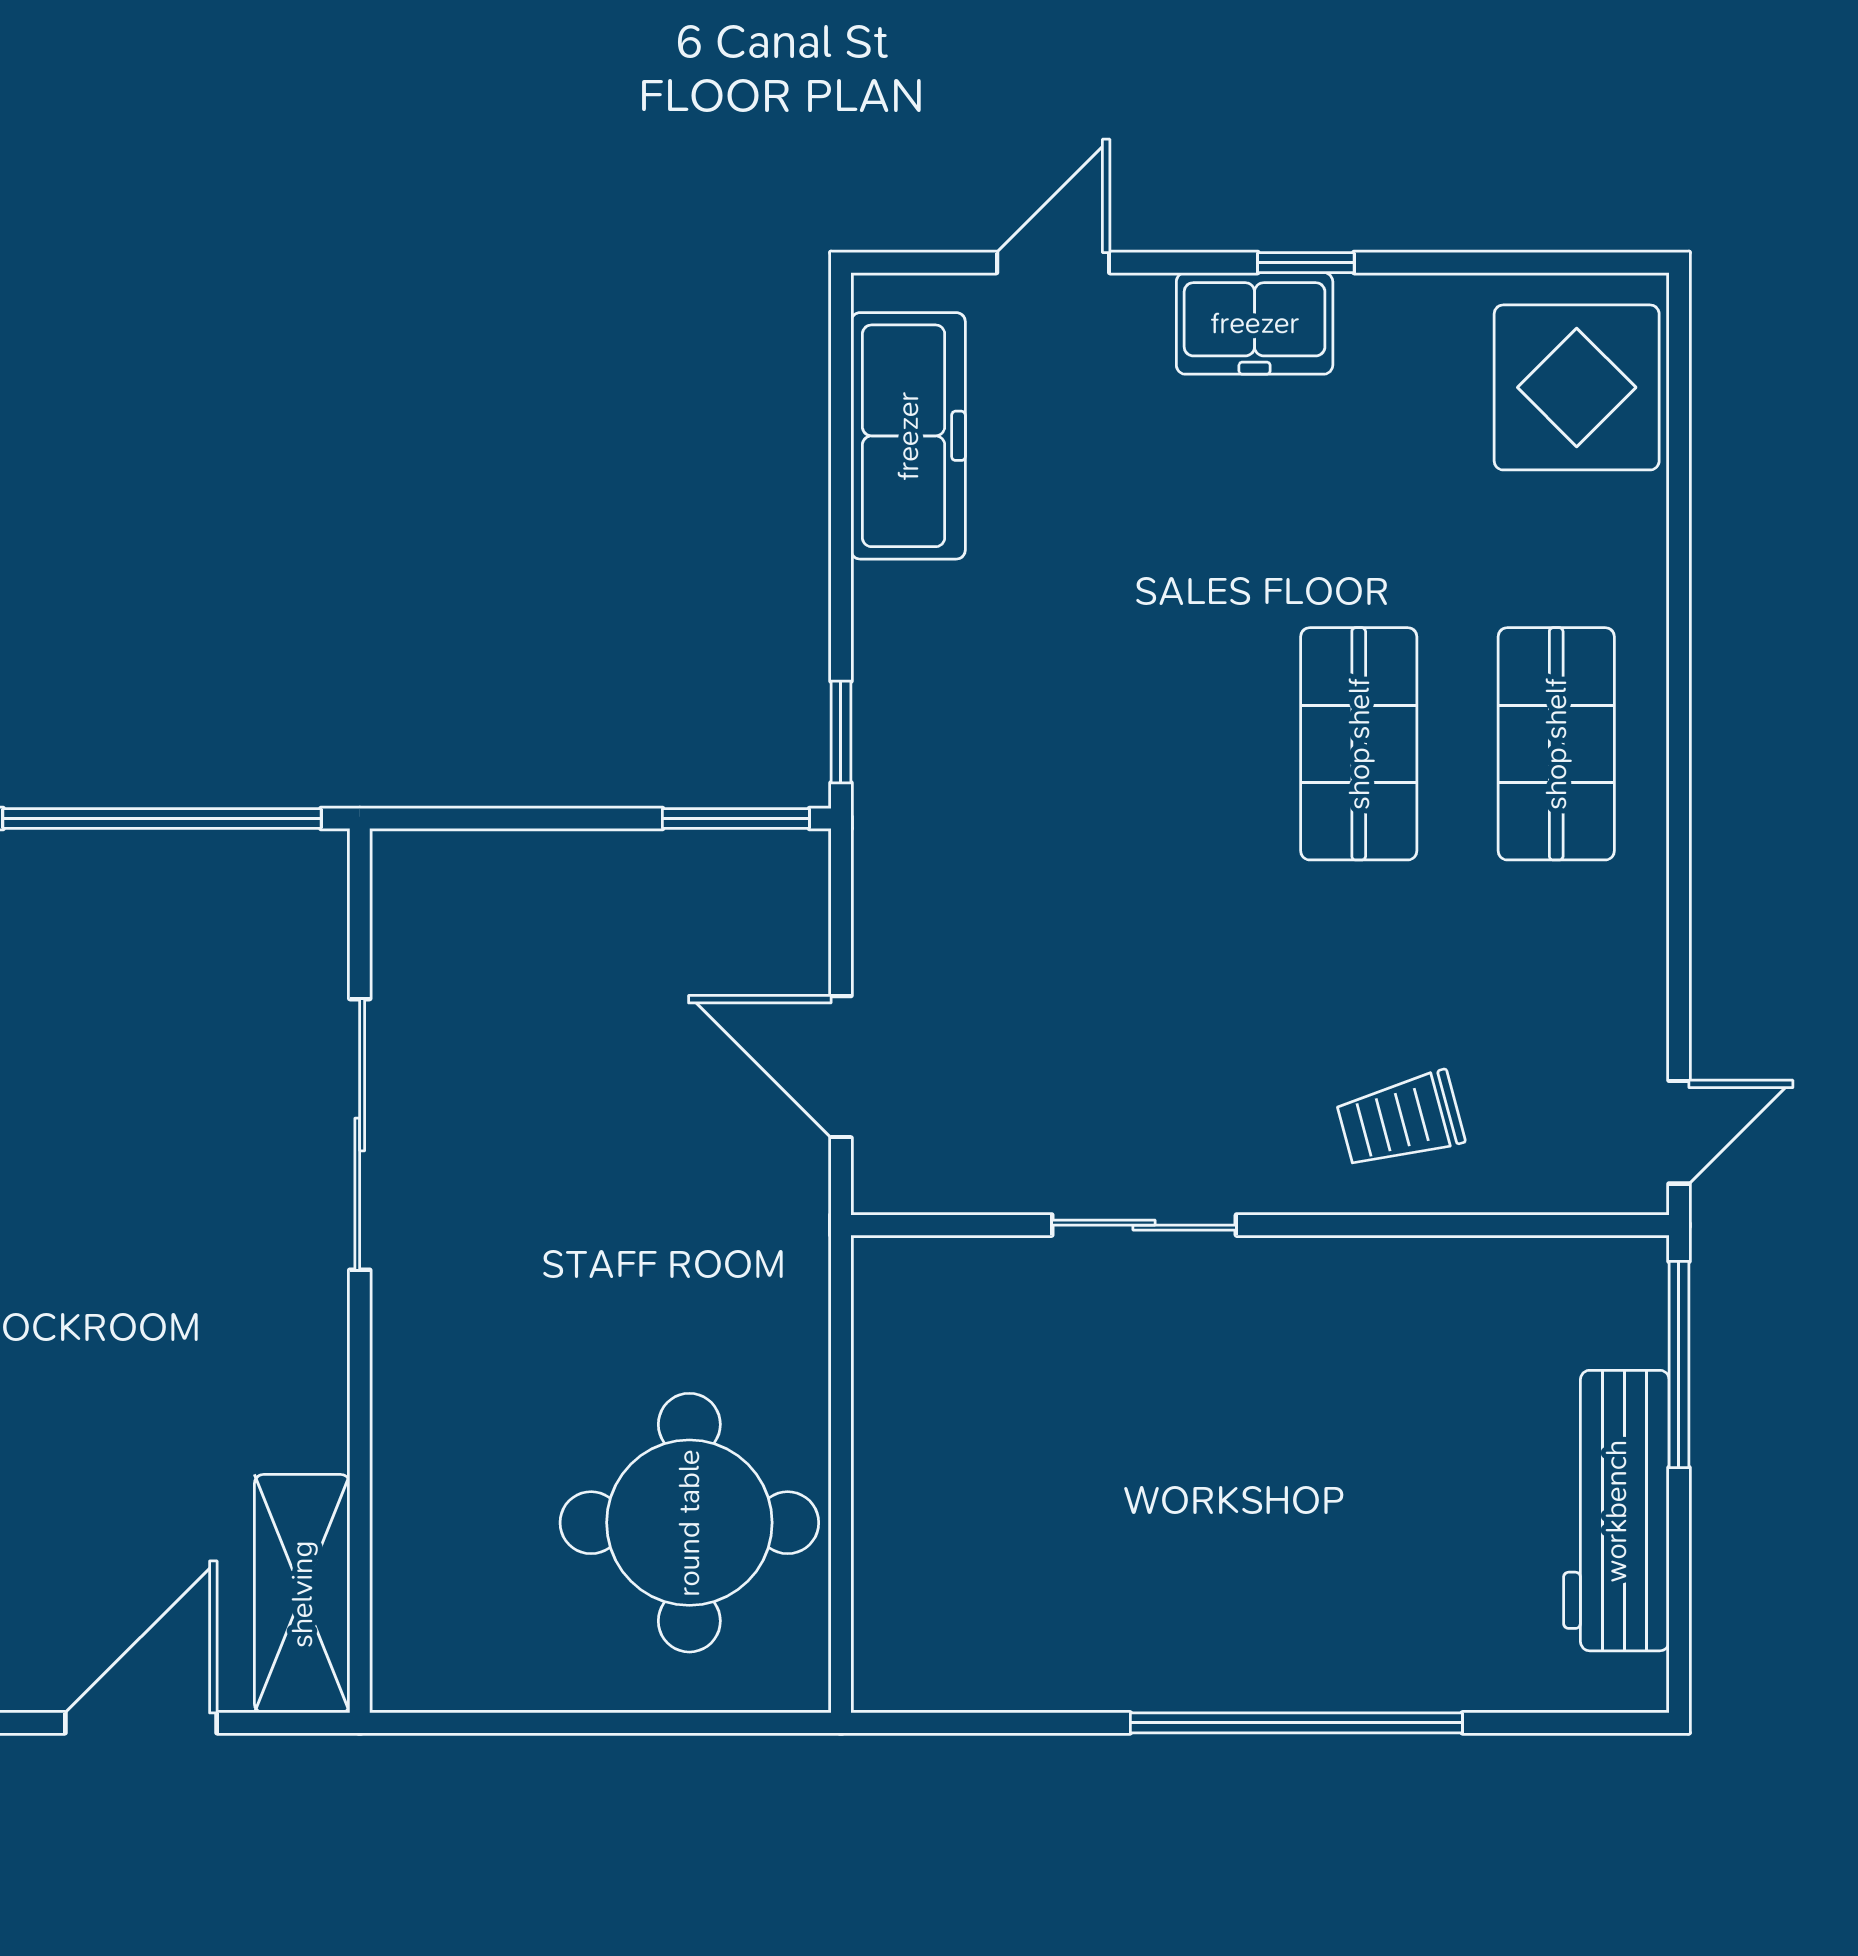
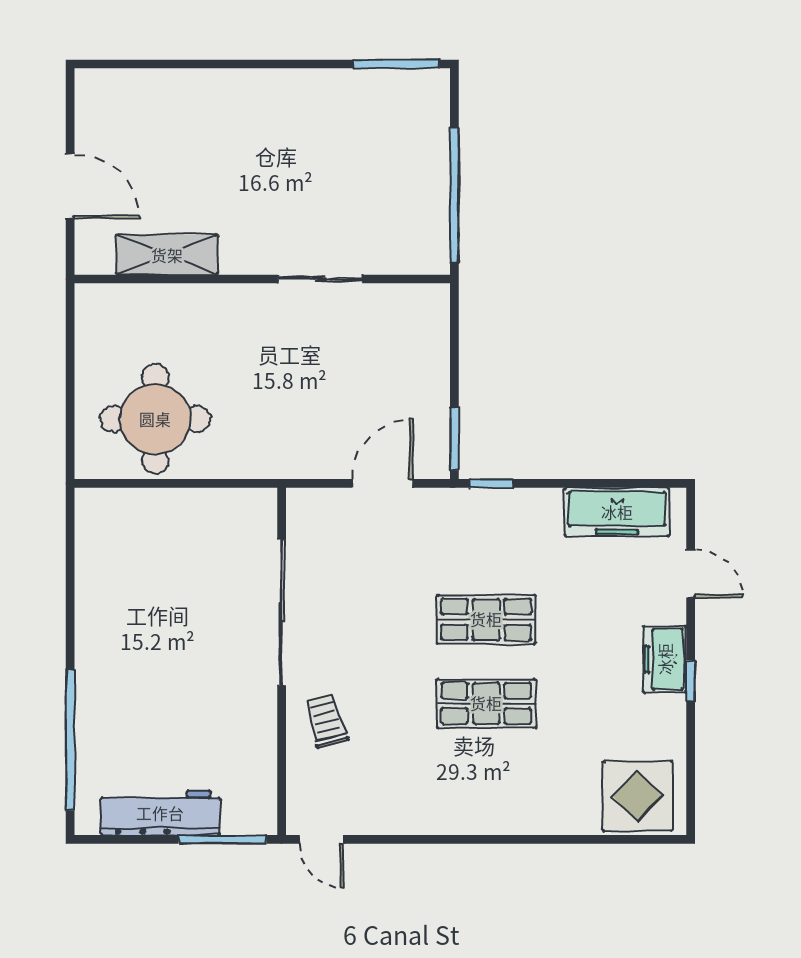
shop shelf: (1556, 744) -> (486, 619), moved
door: (841, 1067) -> (382, 483), moved
sliding door: (360, 1134) -> (320, 279), width x0.73
sliding door: (1144, 1225) -> (282, 612), width x1.86
shelving: (302, 1594) -> (167, 255), moved
window: (1296, 1723) -> (70, 740), moved

